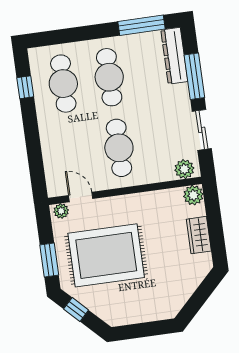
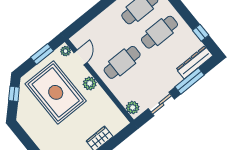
window: (141, 25) -> (201, 33), width x0.46
plant: (193, 195) -> (90, 83), moved
window: (49, 260) -> (42, 54), moved

